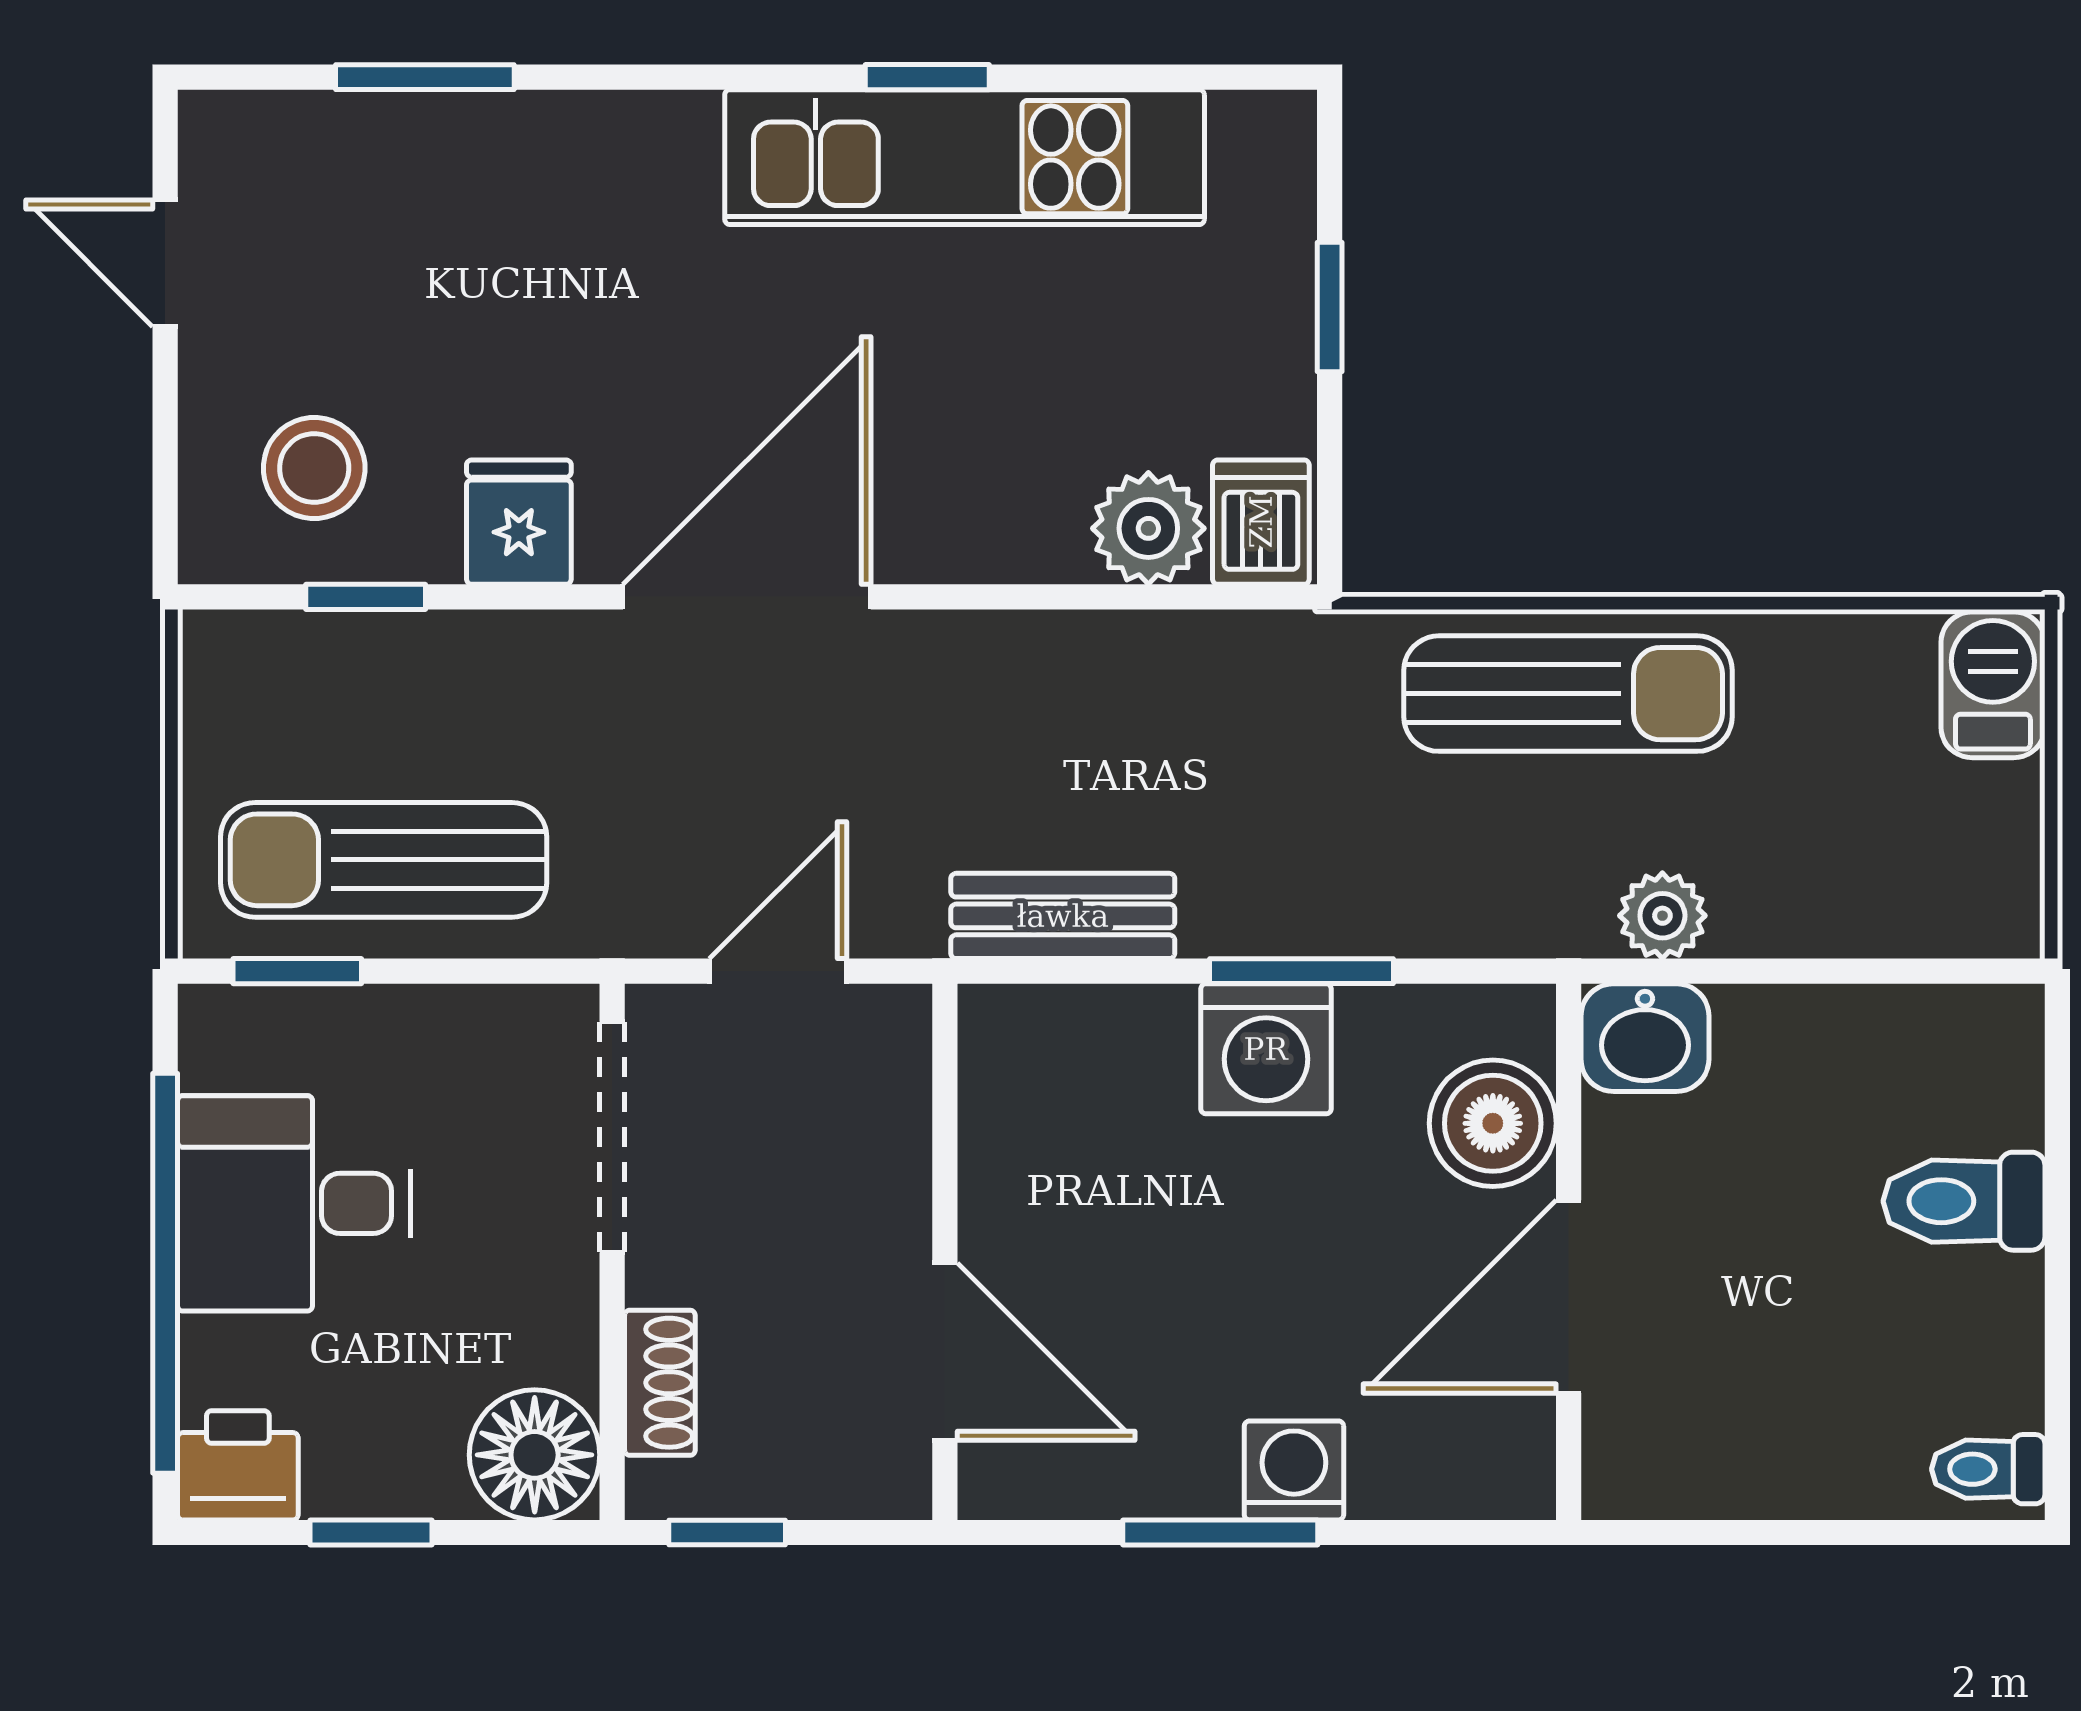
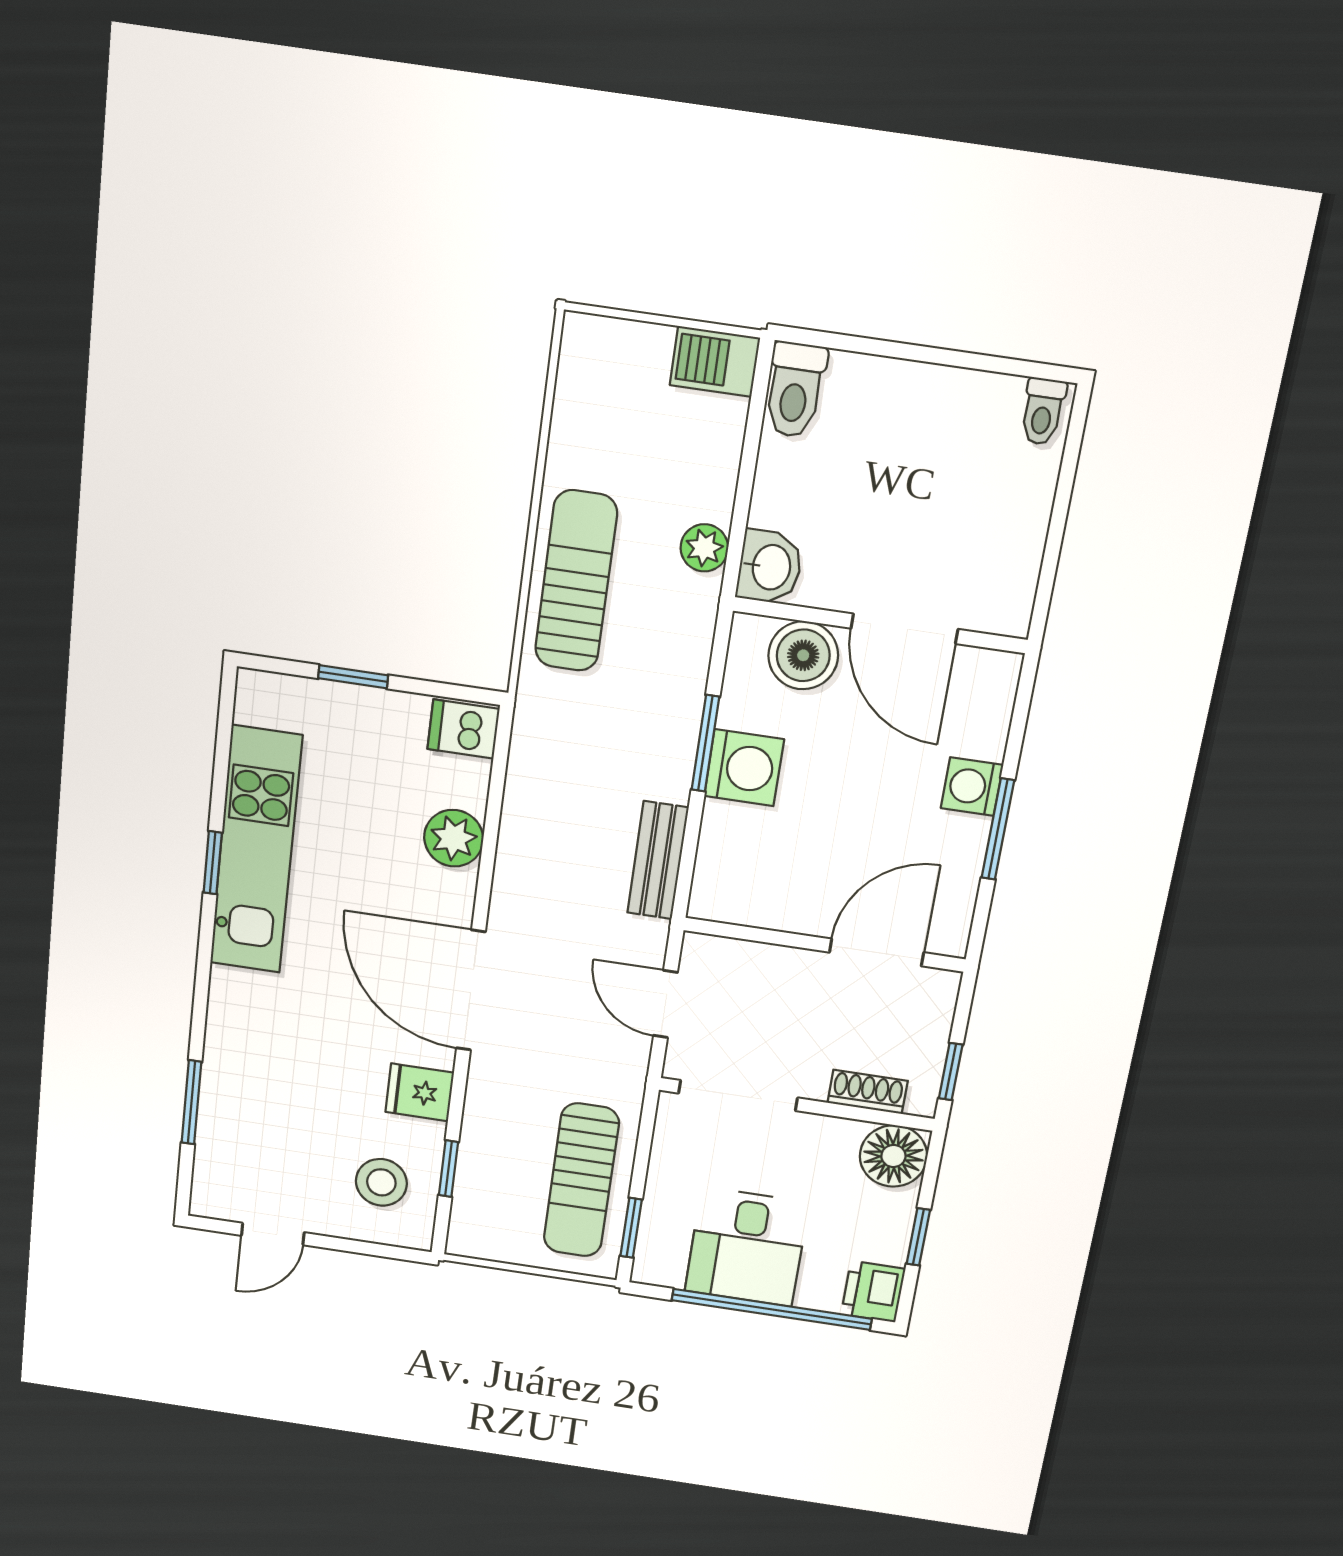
plant: (1148, 528) -> (454, 838), moved
barbecue: (1993, 685) -> (715, 361), moved
toilet: (1964, 1201) -> (795, 390), moved

